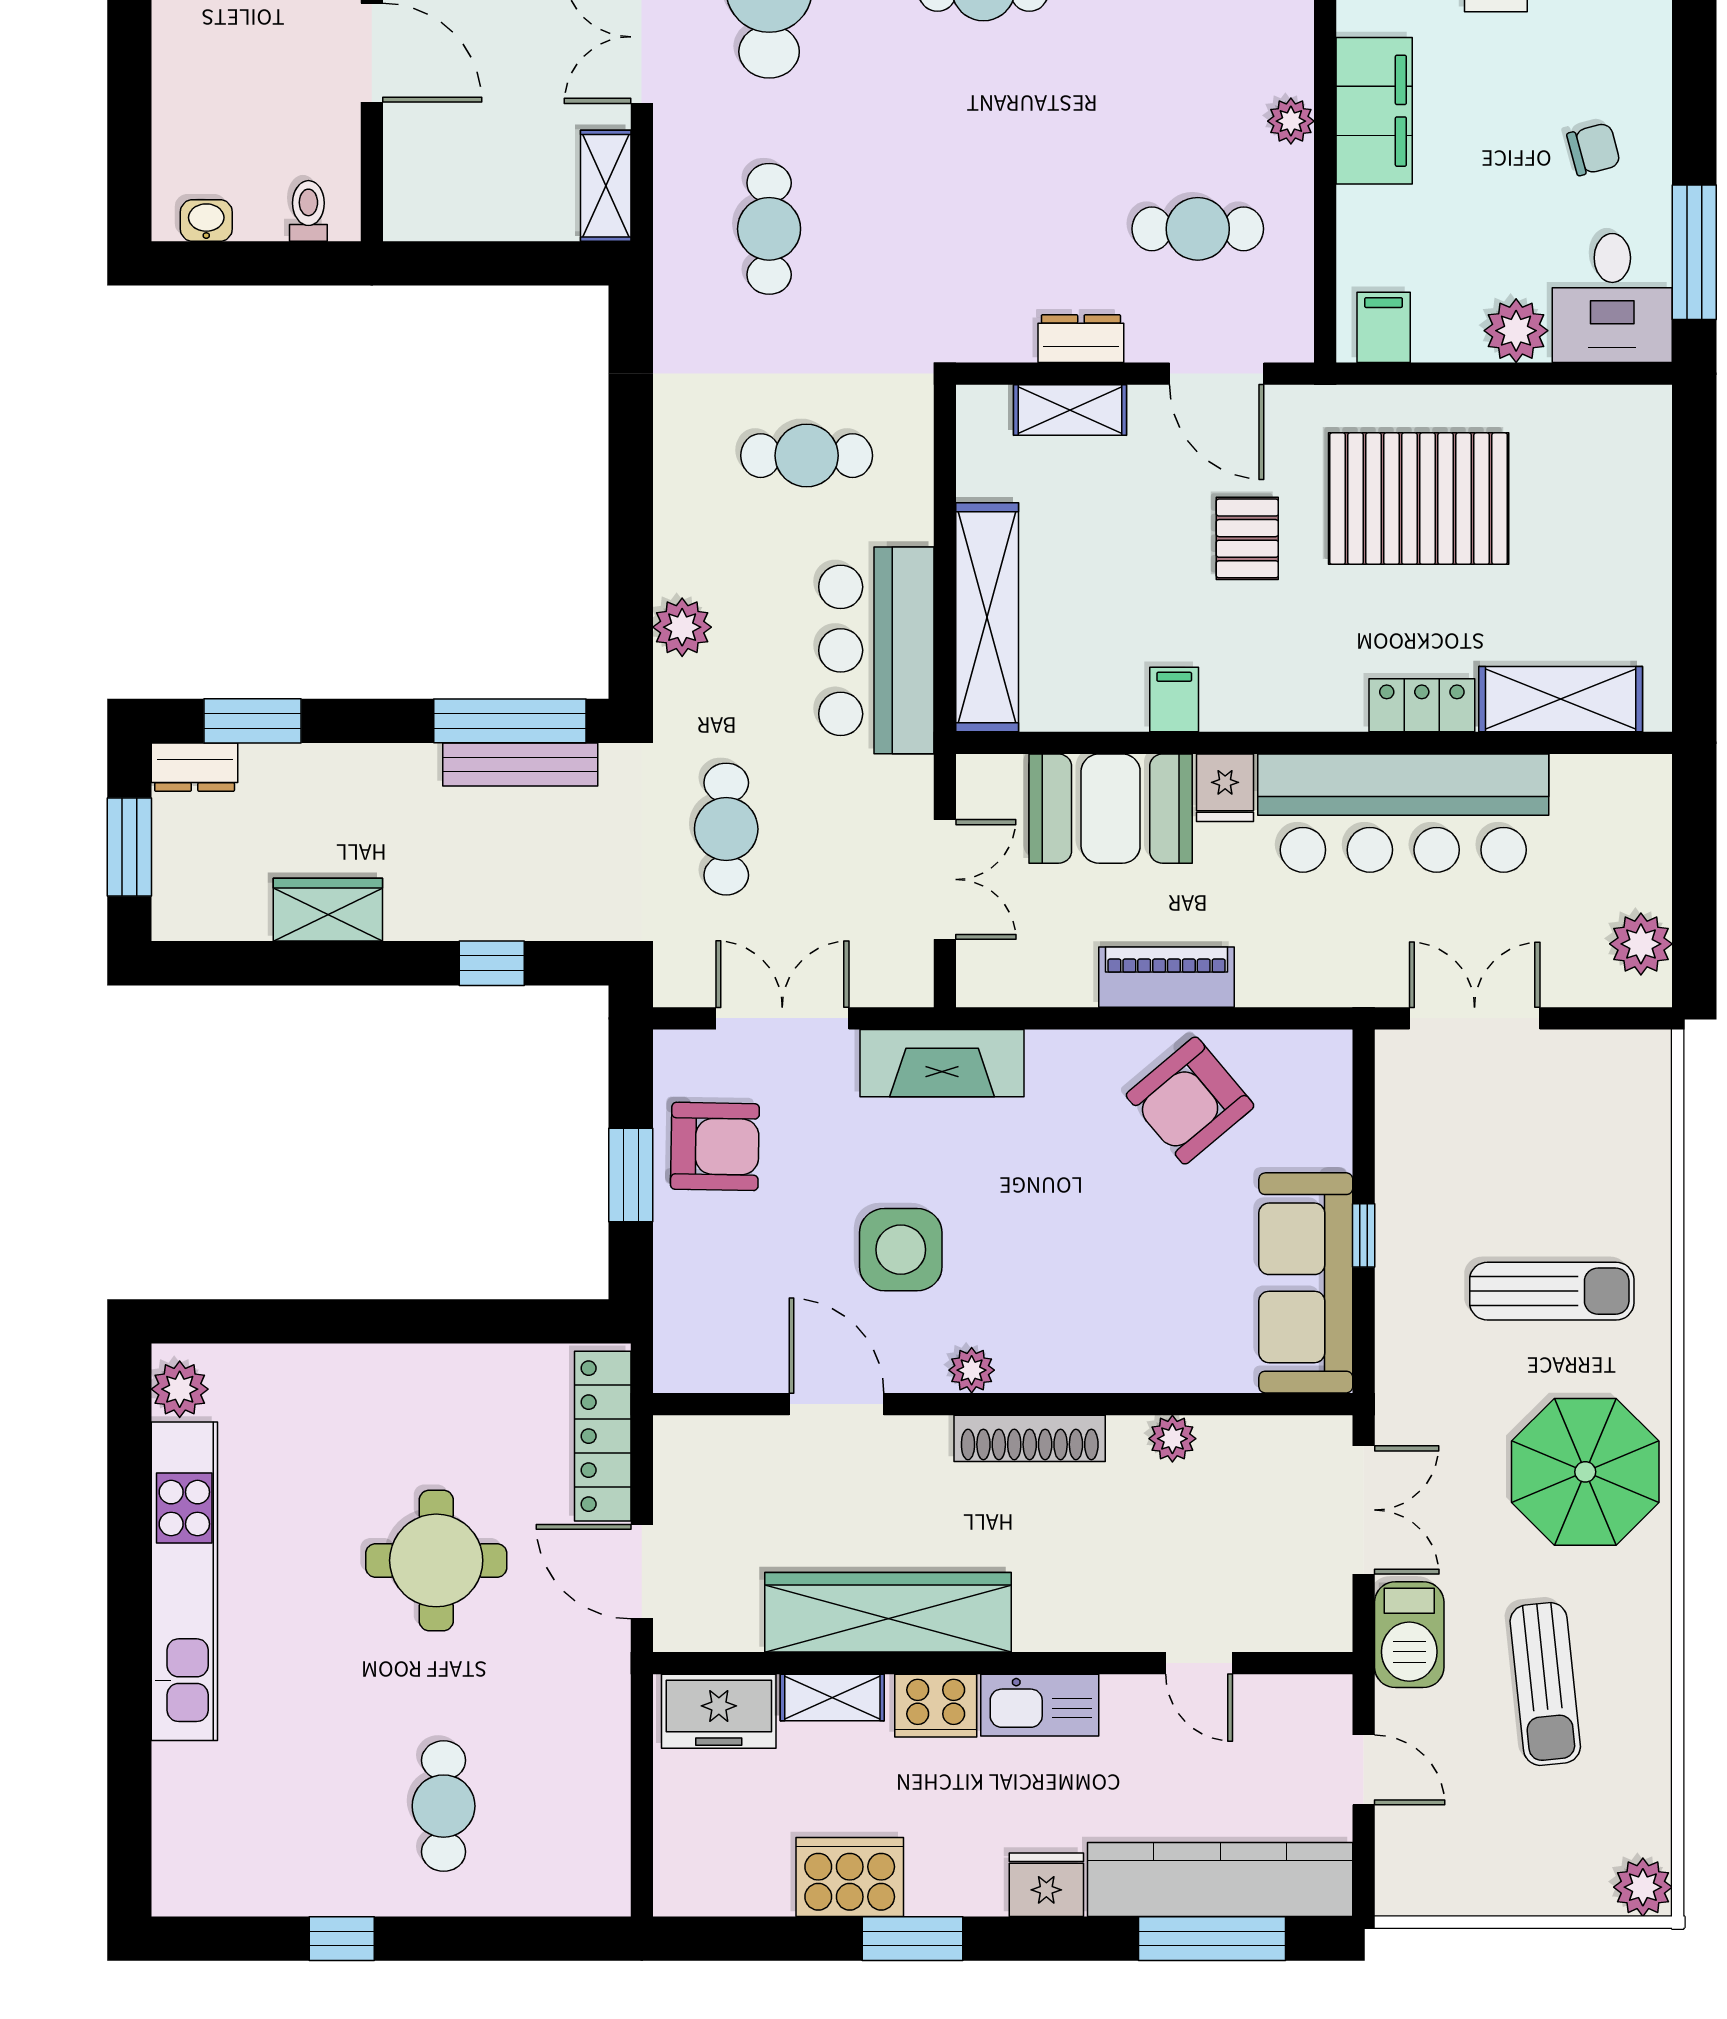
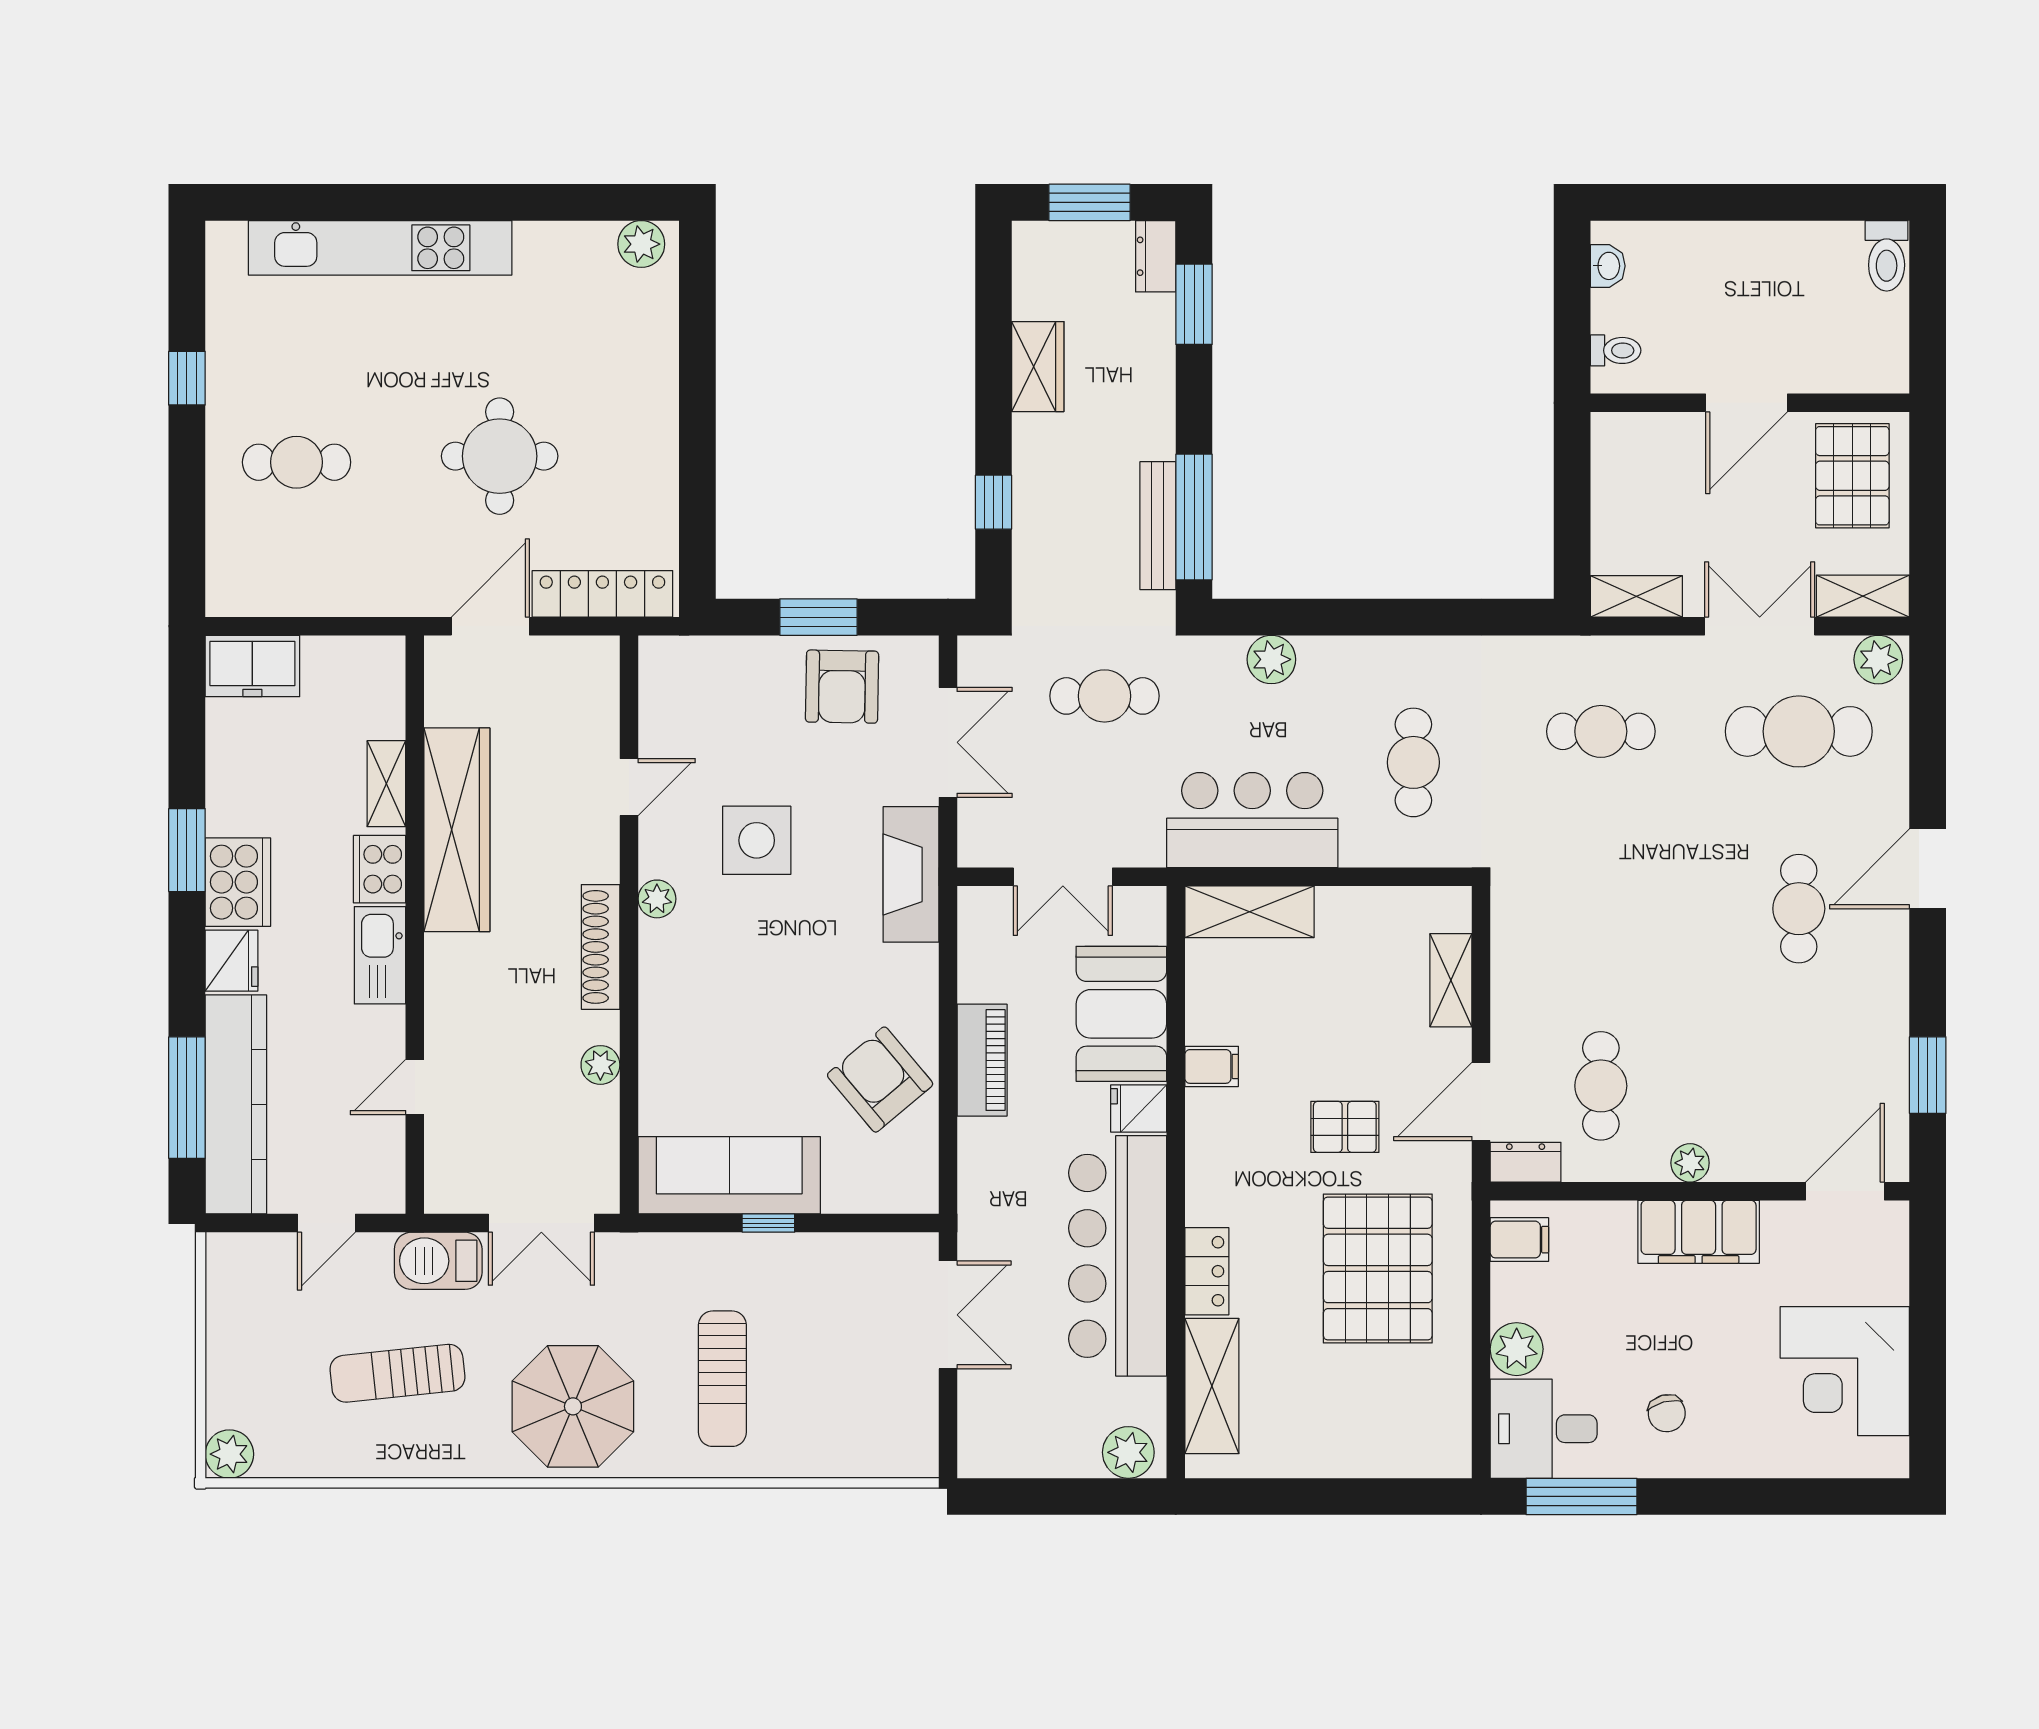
dresser: (1081, 339) -> (1526, 1162), moved, turned -90
shelving: (987, 617) -> (1249, 912), width x0.68
plant: (1641, 944) -> (1128, 1452), moved
door: (836, 1404) -> (629, 787), width x0.73
kitchen unit: (184, 1581) -> (380, 248), moved
freezer: (719, 1711) -> (252, 666), moved, turned -90
cooker: (850, 1877) -> (238, 882), moved

